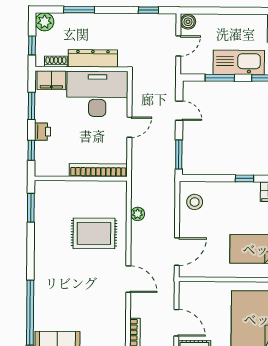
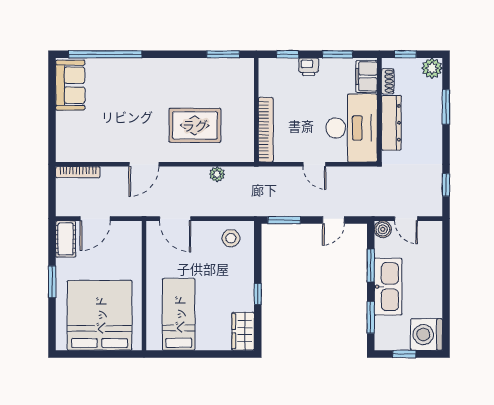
boiler: (188, 22) -> (383, 229), moved
rug: (94, 233) -> (195, 125), turned 90

